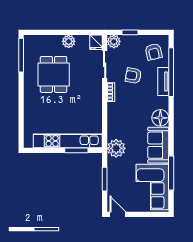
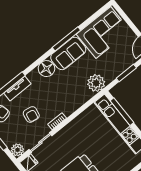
window: (76, 150) -> (122, 112), width x1.44
window: (171, 173) -> (66, 39), moved

